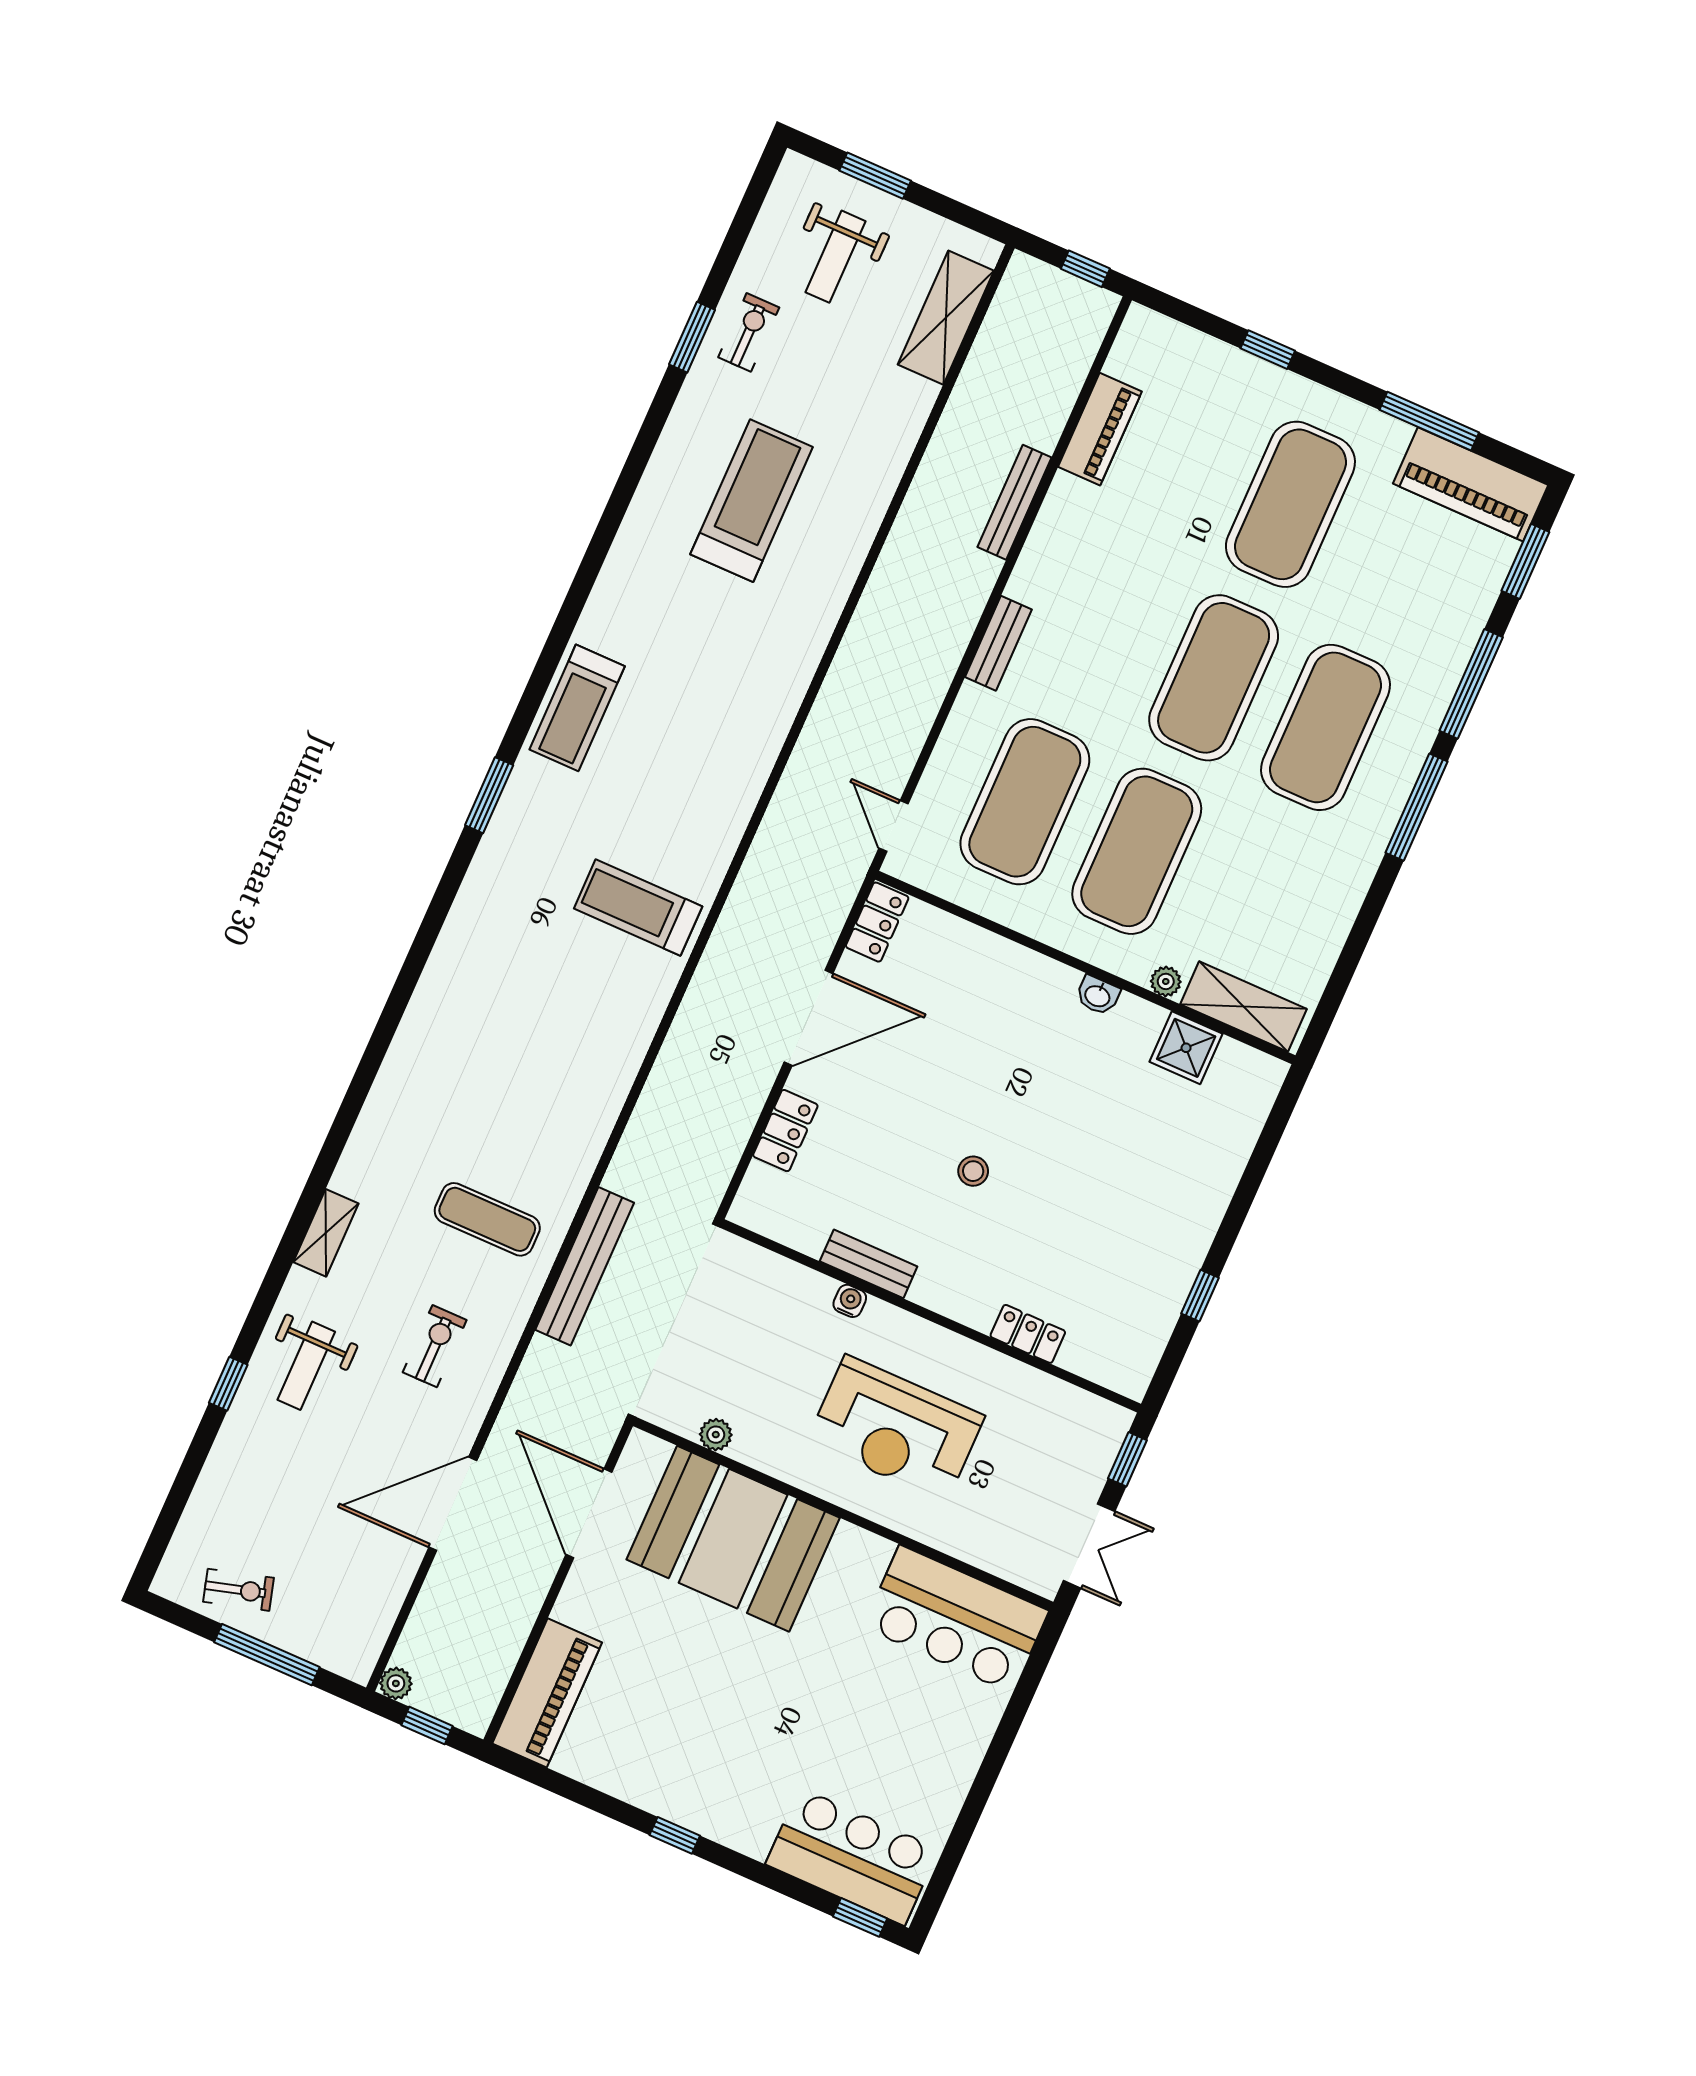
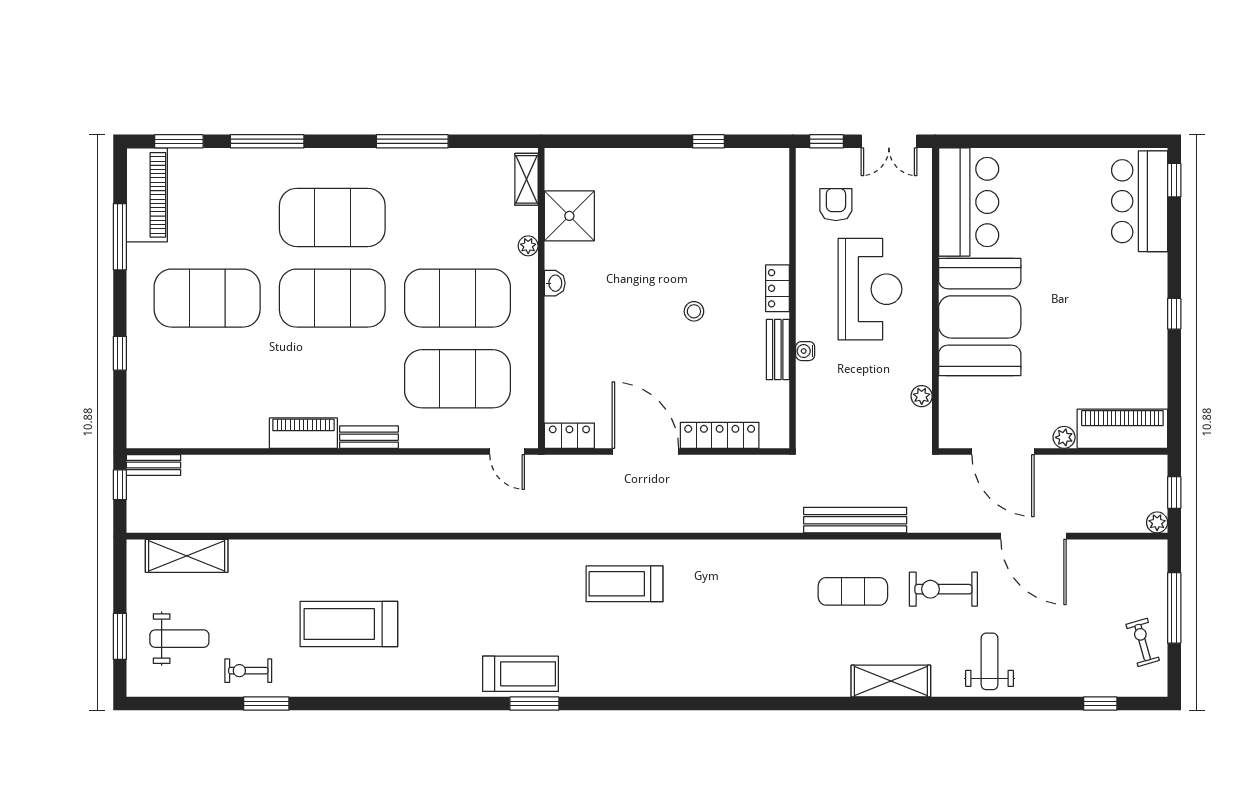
piano: (1100, 429) -> (303, 433), moved
bench: (1015, 502) -> (154, 465), moved, width x0.73
window: (489, 795) -> (534, 704), moved
window: (1416, 807) -> (412, 141), moved
door: (894, 826) -> (507, 452), hinge flipped
treadmill: (638, 907) -> (625, 584), turned 90
shelving: (1243, 1007) -> (526, 179), width x0.67, depth x0.75
shower: (1186, 1048) -> (569, 216), width x1.36, depth x1.36
locker: (785, 1131) -> (720, 435), width x1.53
exercise mat: (487, 1219) -> (853, 591), turned 90
shelving: (326, 1233) -> (891, 681), width x1.50, depth x1.33
locker: (1028, 1334) -> (777, 288), moved
exercise bike: (435, 1346) -> (943, 589), width x1.38, depth x1.39
weight bench: (306, 1366) -> (990, 661), turned -90
window: (228, 1384) -> (1100, 704), moved
armchair: (1034, 1434) -> (836, 205), added
door: (589, 1513) -> (1003, 452), hinge flipped
booth: (733, 1539) -> (980, 317), moved
double door: (1089, 1546) -> (889, 141), swing flipped
plant: (571, 1607) -> (1064, 437), added

